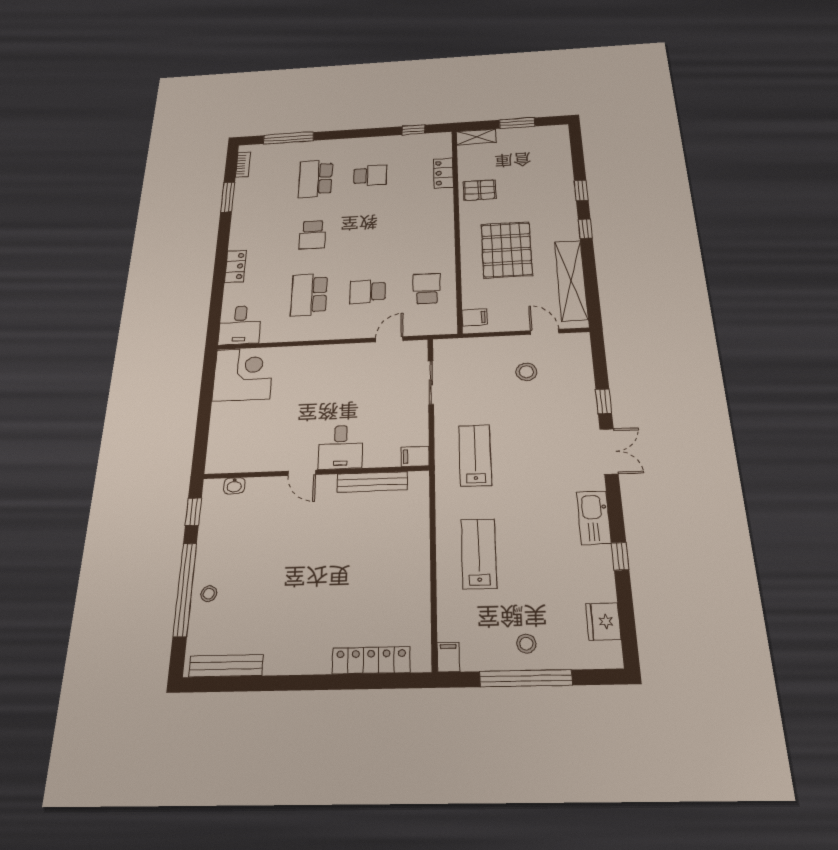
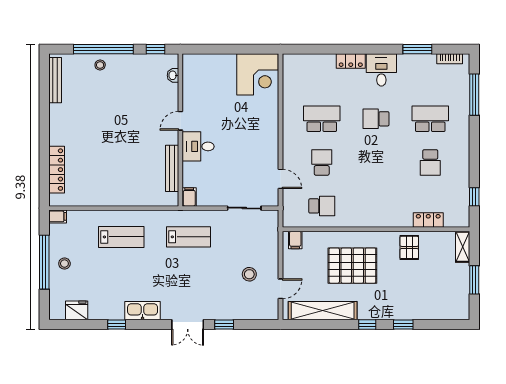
desk: (240, 325) -> (381, 70), moved, turned 90

